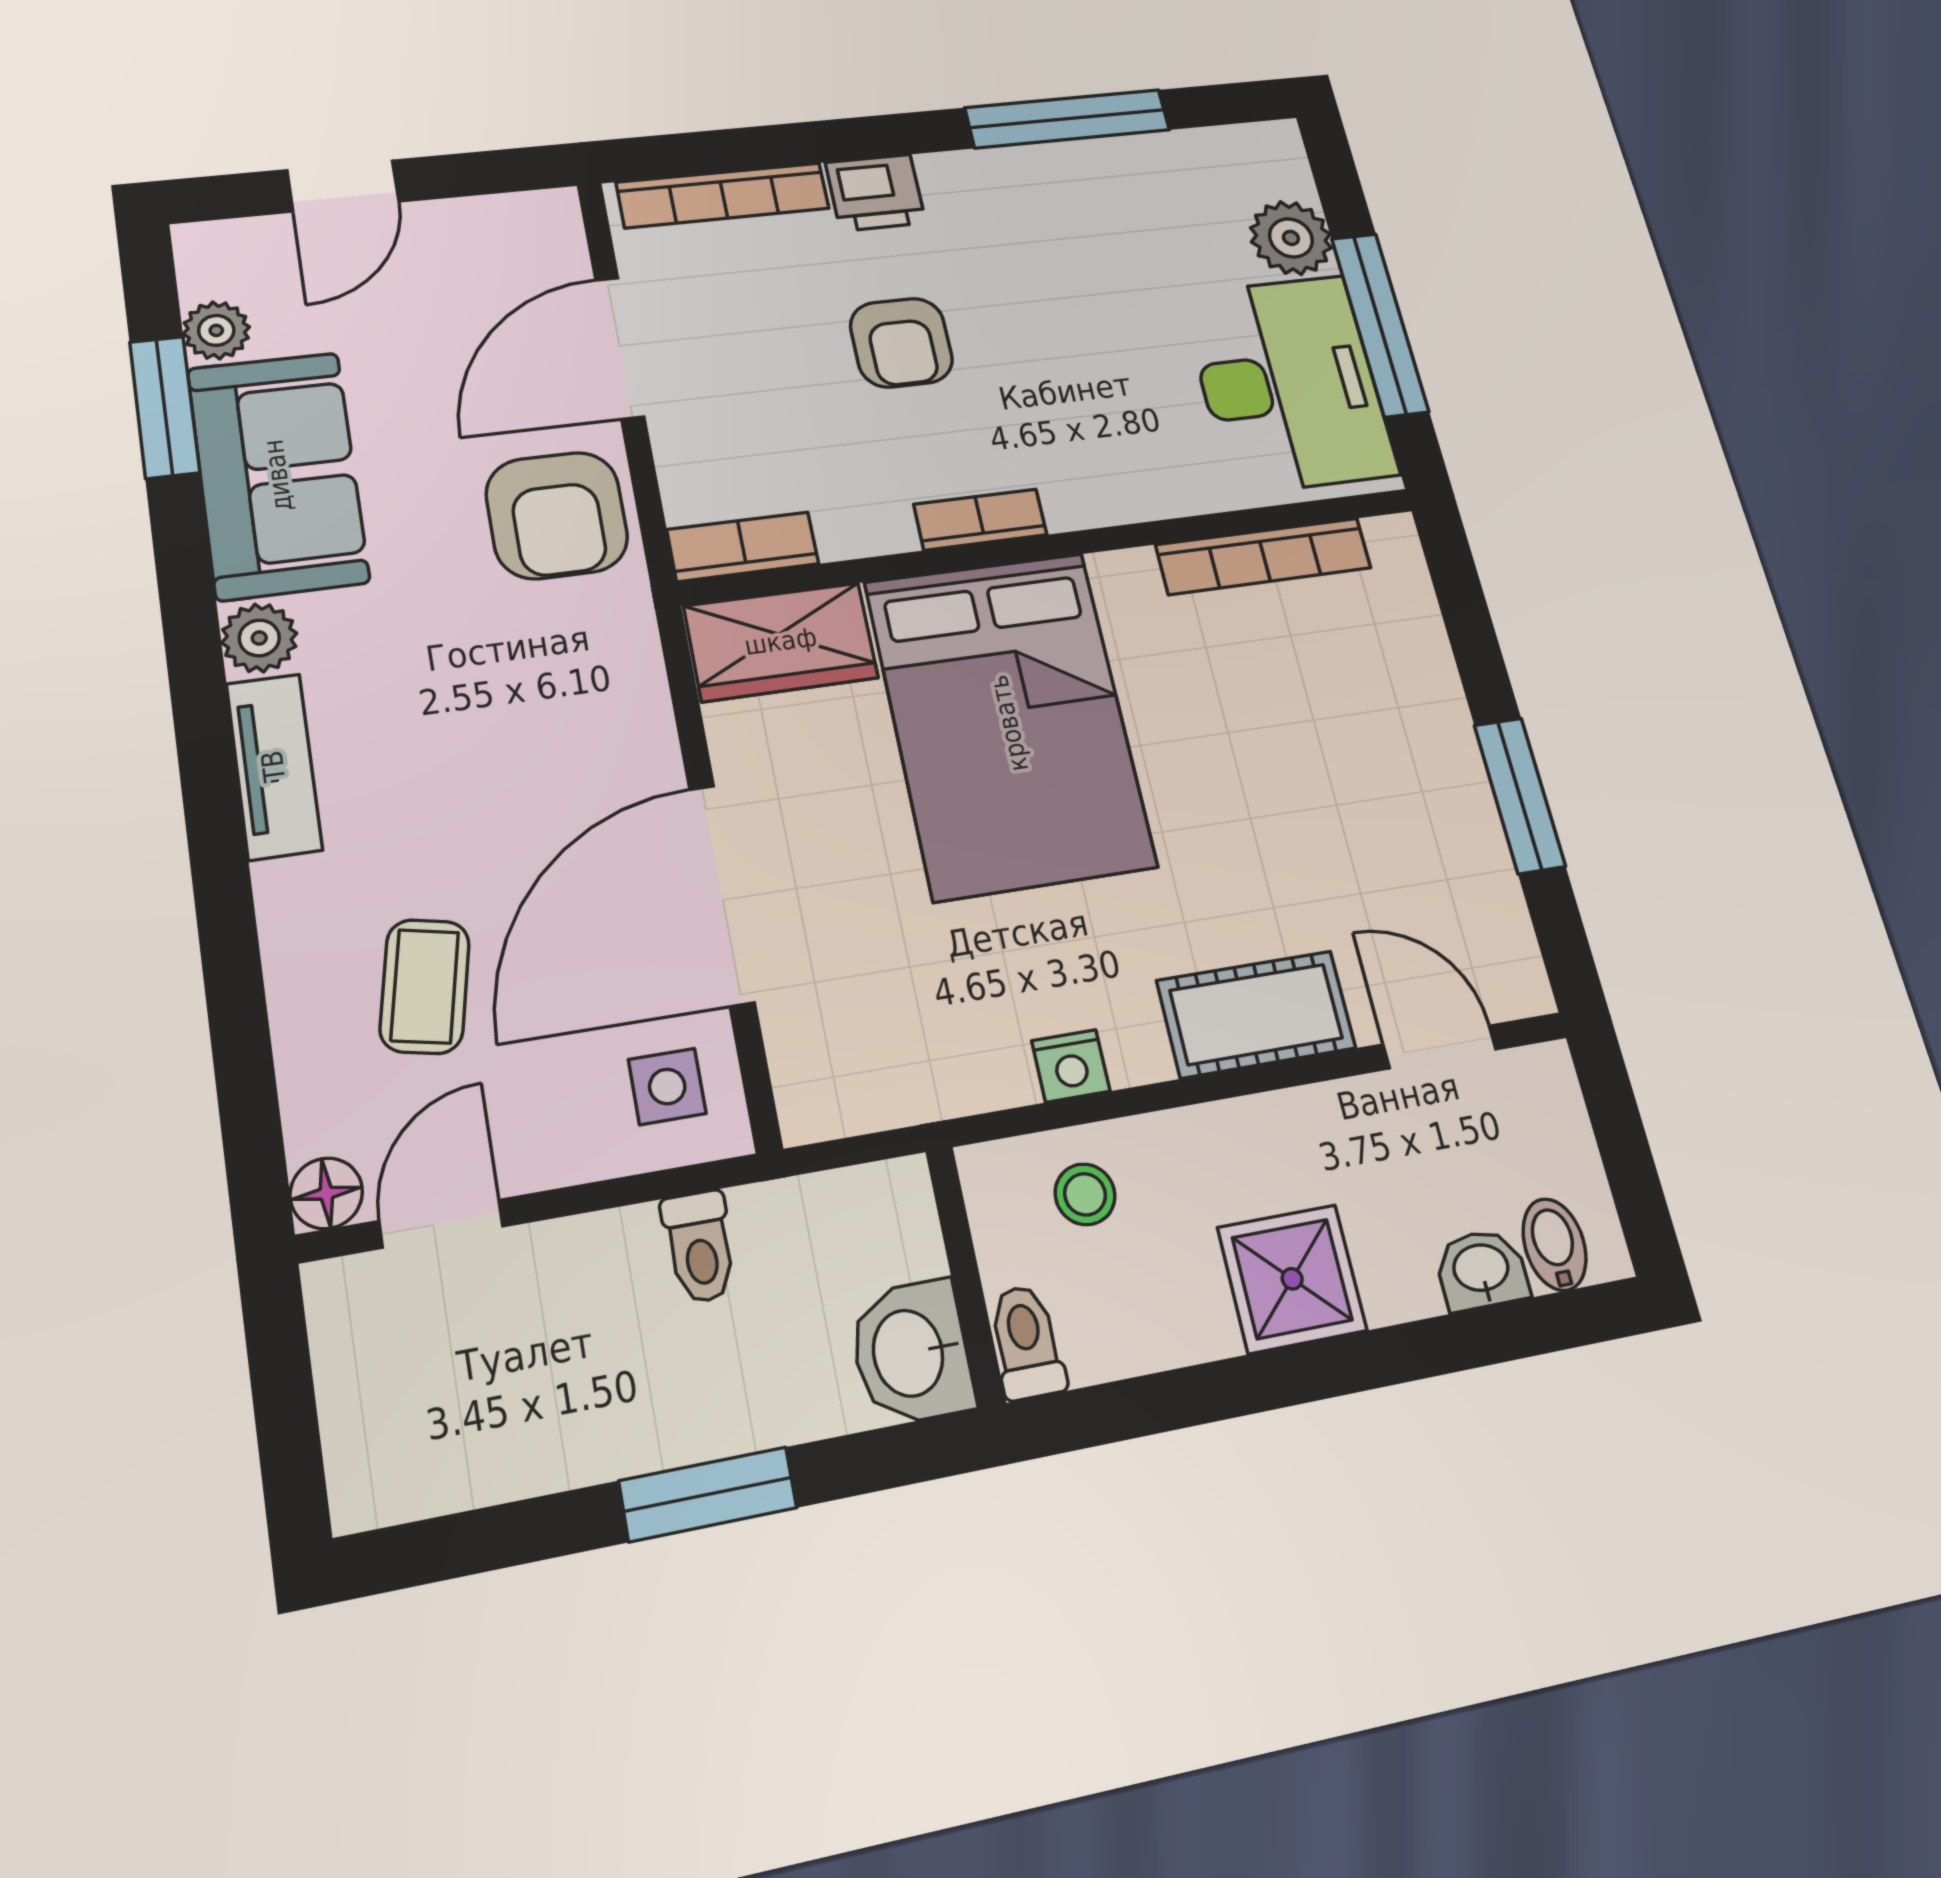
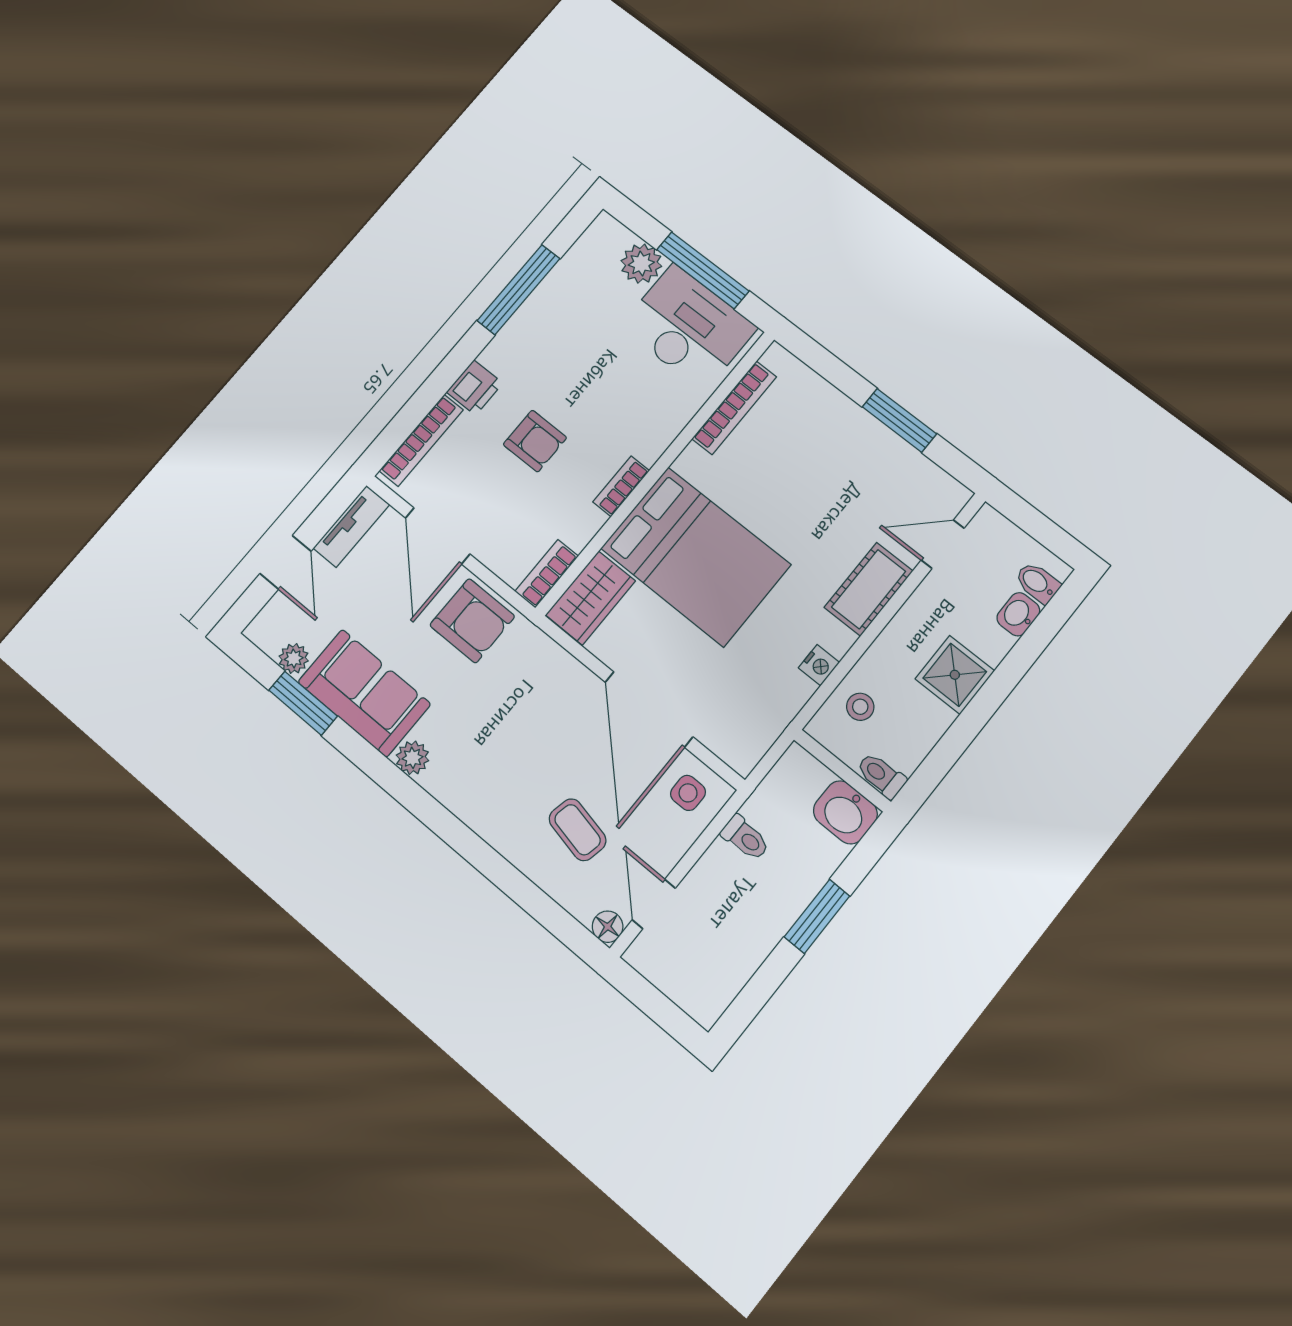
tv unit: (274, 766) -> (351, 526), moved, turned 90

